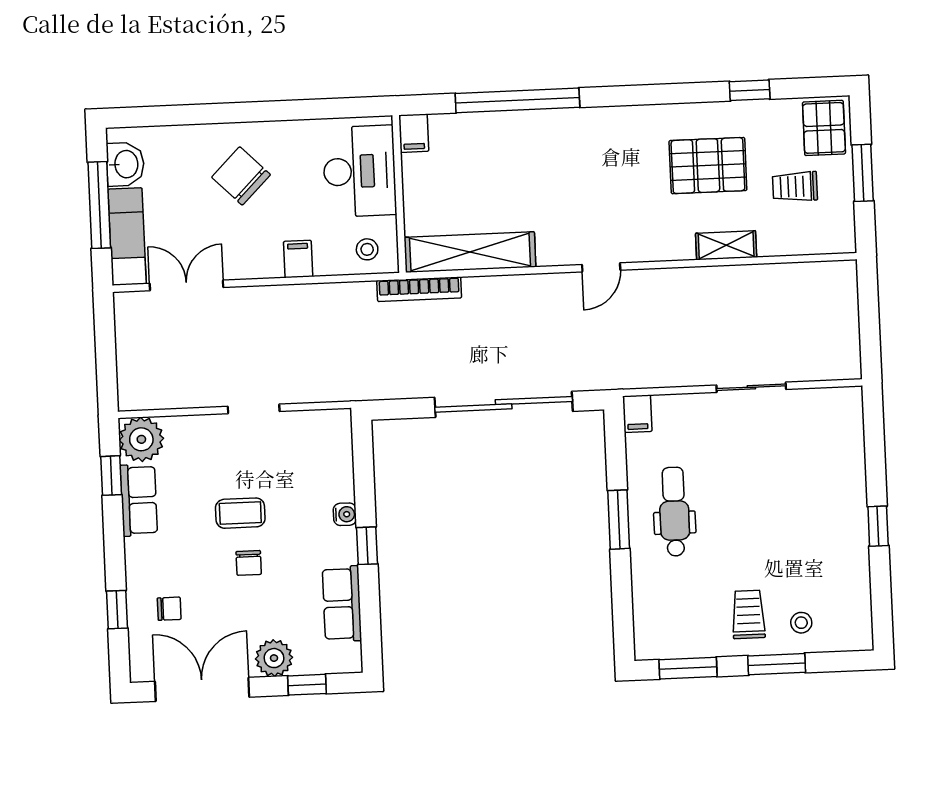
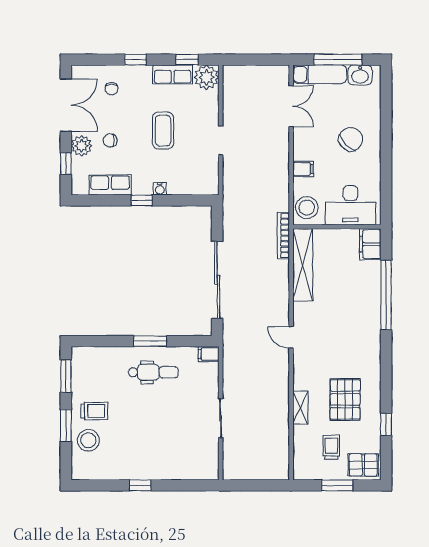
filing cabinet: (414, 133) -> (370, 244), width x2.00
stool: (367, 249) -> (307, 208), width x1.89, depth x1.89
coffee table: (240, 513) -> (163, 131), width x1.36, depth x1.30
chair: (249, 563) -> (110, 140), moved
window: (117, 610) -> (135, 60), moved
stool: (801, 623) -> (88, 440), width x1.89, depth x1.89

